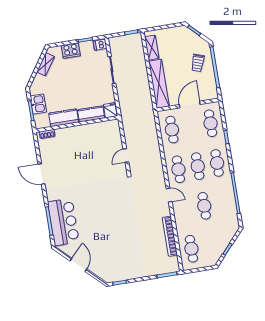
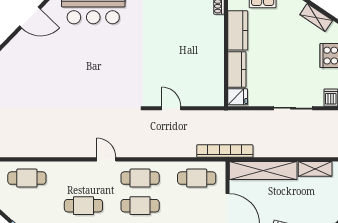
door: (169, 195) -> (106, 159), swing flipped
bookcase: (170, 236) -> (225, 151), moved

